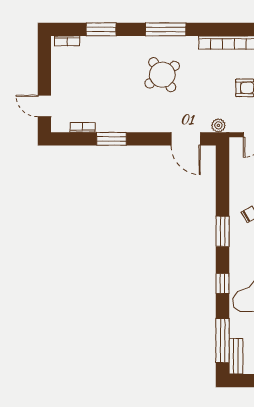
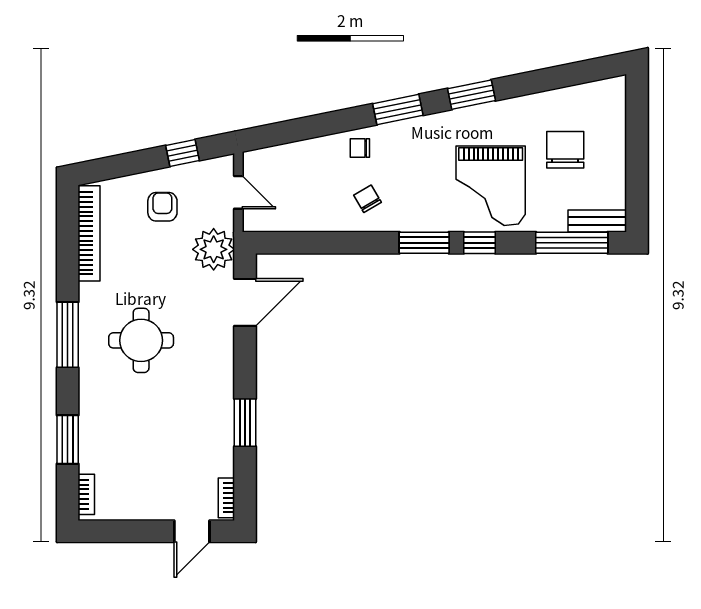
round table: (162, 75) -> (141, 340), turned 35
plant: (218, 125) -> (214, 249), width x1.88, depth x1.88
bookcase: (83, 127) -> (226, 498), moved
window: (223, 231) -> (424, 243), moved

